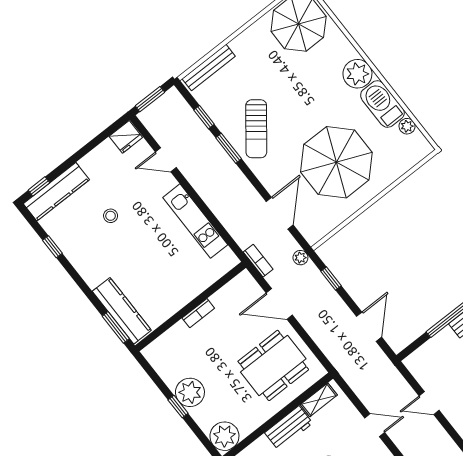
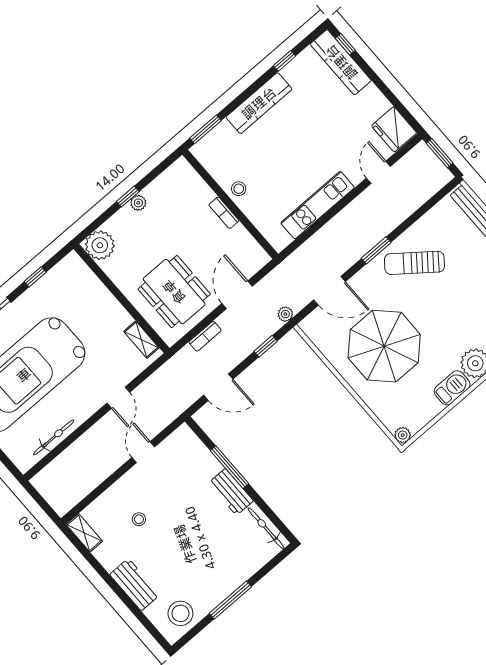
barbecue: (382, 104) -> (452, 388), width x0.73, depth x0.83
window: (204, 117) -> (424, 209), removed
plant: (407, 126) -> (403, 435), moved
fridge: (126, 137) -> (394, 129), width x1.36, depth x1.34
window: (229, 148) -> (376, 250), moved
stool: (111, 216) -> (239, 189), moved
bookcase: (258, 261) -> (205, 336), moved
kitchen counter: (122, 311) -> (259, 103), moved
plant: (190, 392) -> (138, 203), width x0.53, depth x0.53
workbench: (289, 428) -> (111, 310), removed

